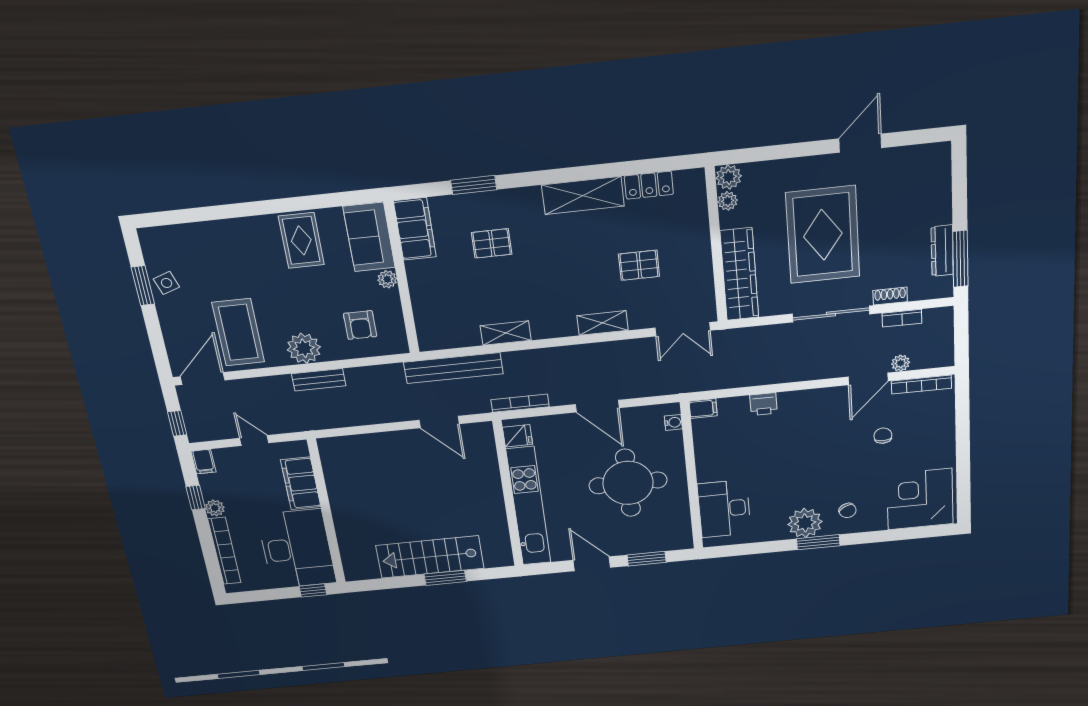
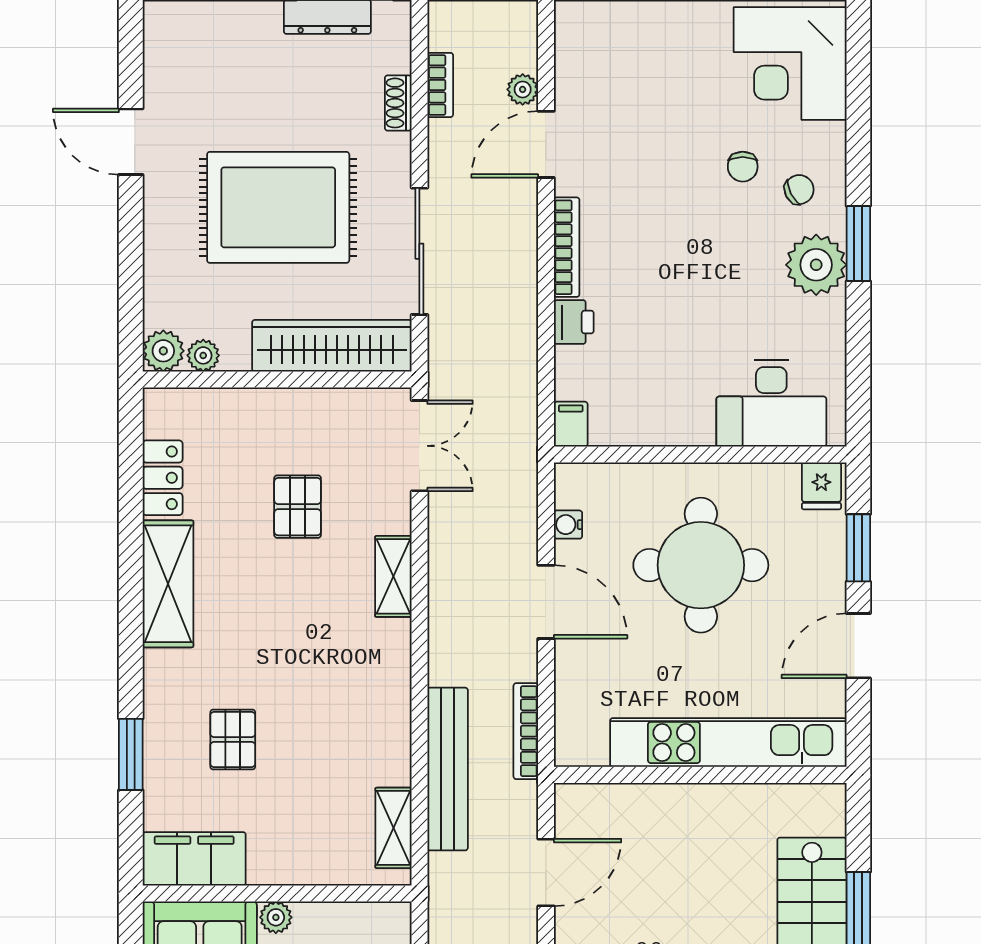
sliding door: (831, 314) -> (419, 251), moved
shelving: (506, 333) -> (393, 828), moved
bench: (453, 368) -> (448, 769), moved
door: (868, 379) -> (546, 144), swing flipped
bookcase: (921, 385) -> (567, 247), moved
door: (597, 406) -> (546, 602), hinge flipped
water cooler: (673, 422) -> (568, 525), moved, turned -90
fridge: (517, 436) -> (821, 486), moved, turned 180
chair: (883, 436) -> (743, 167), moved, turned -90

